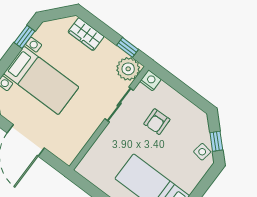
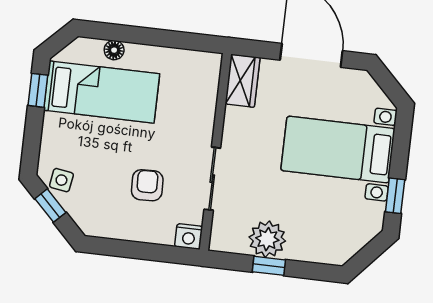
wardrobe: (86, 34) -> (243, 81), moved, turned 90
window: (127, 47) -> (269, 266), moved
plant: (128, 69) -> (267, 239), moved

